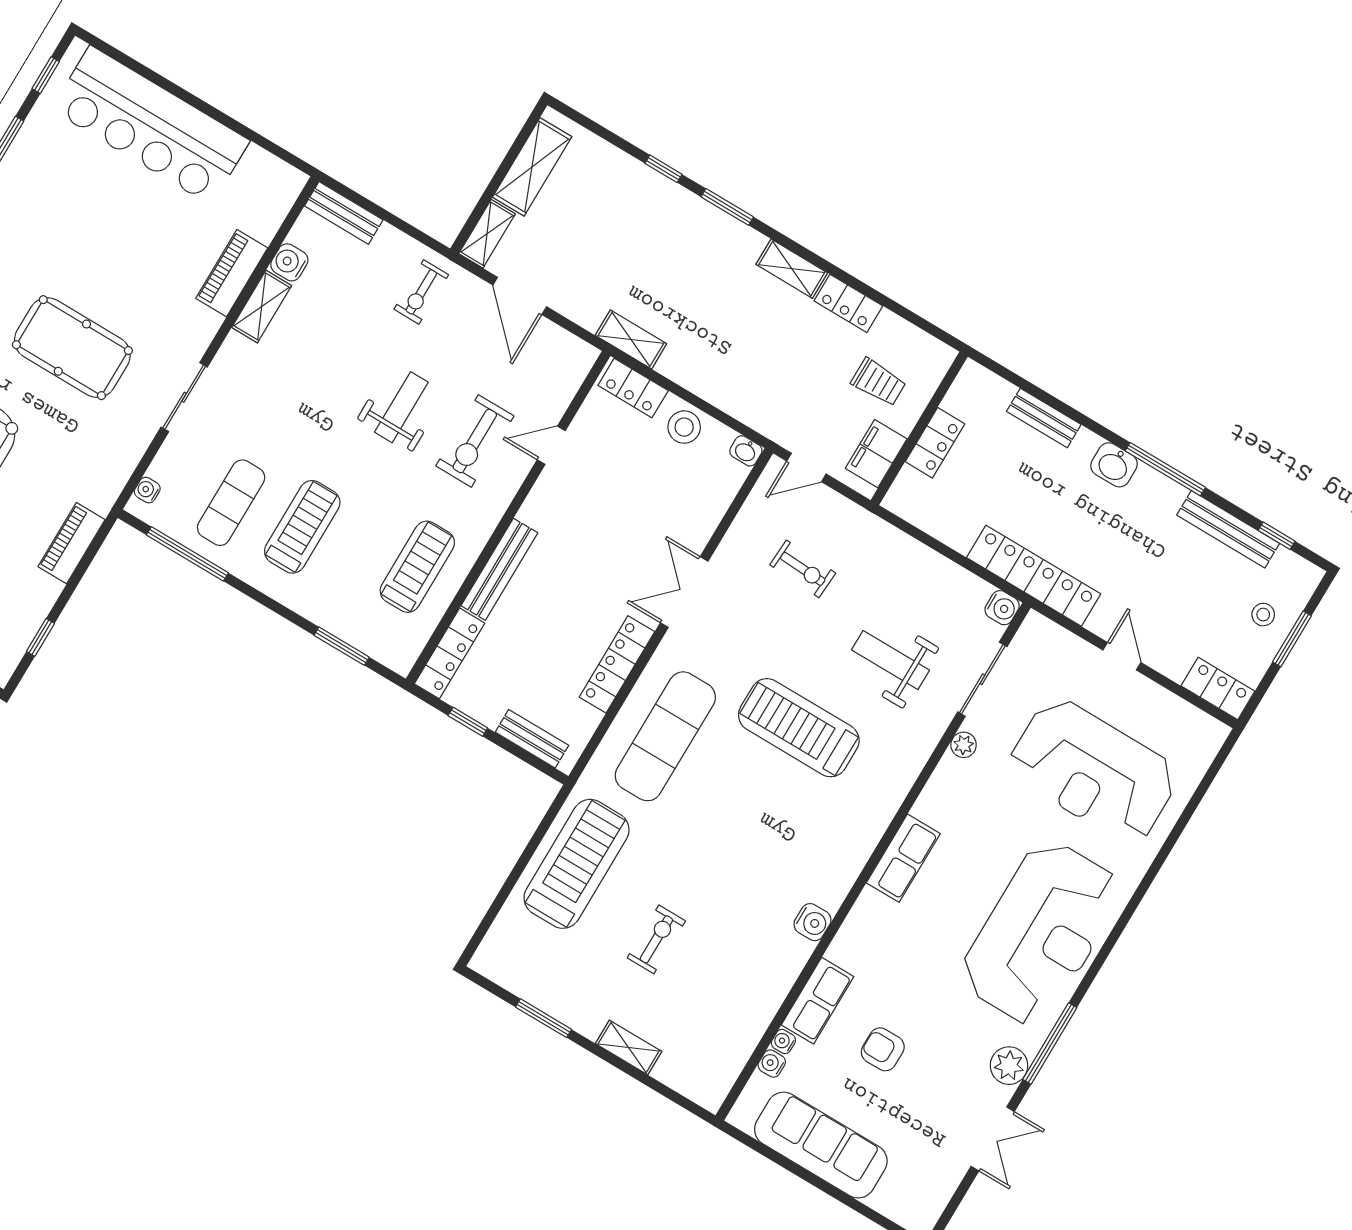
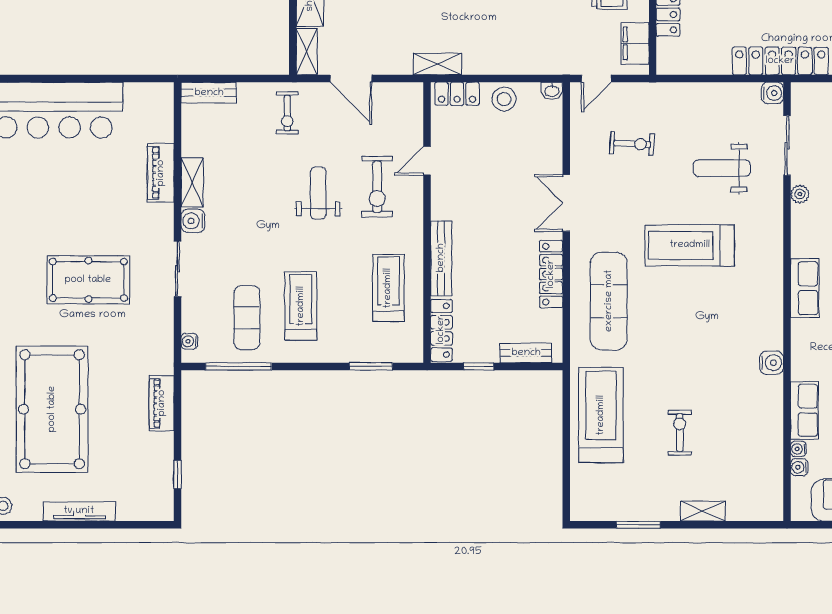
water cooler: (289, 262) -> (193, 221), moved

